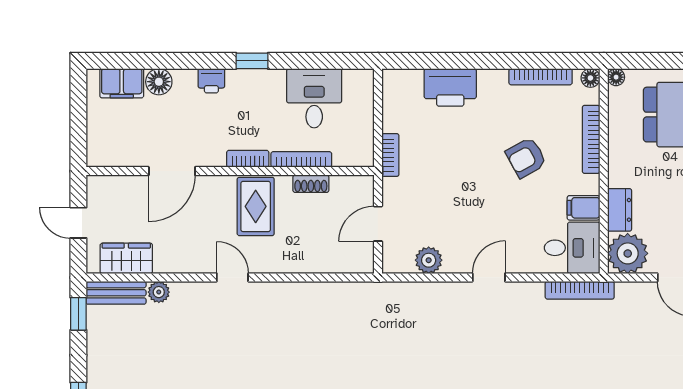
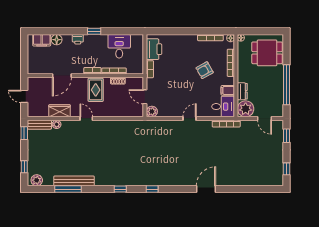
printer: (450, 87) -> (154, 49), moved, turned -90
door: (378, 224) -> (145, 97), hinge flipped
wardrobe: (126, 258) -> (60, 111), moved
plant: (429, 260) -> (152, 112), moved

